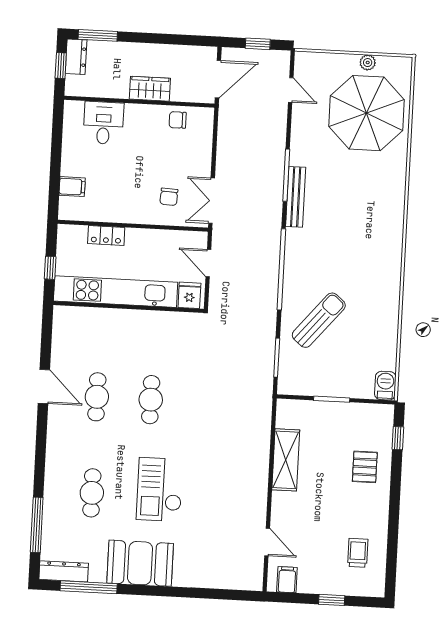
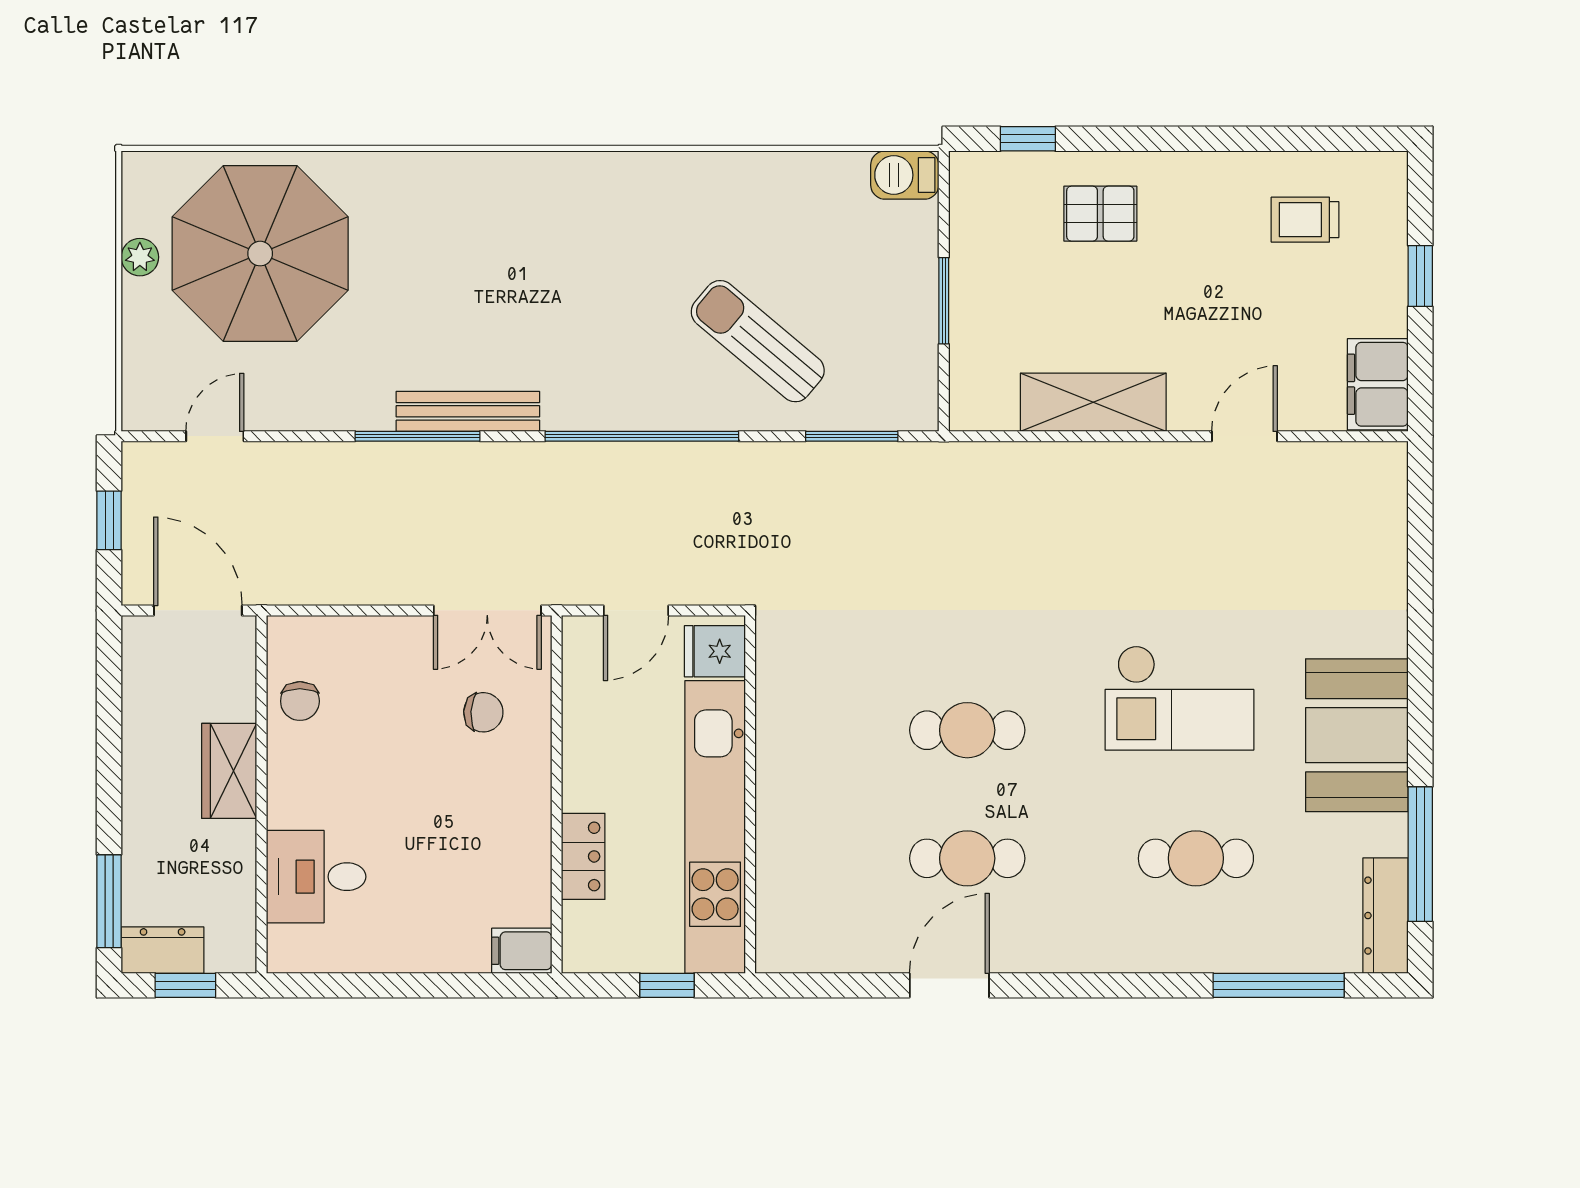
filing cabinet: (72, 187) -> (522, 951), moved, turned -90
door: (267, 542) -> (1245, 436), moved
filing cabinet: (287, 580) -> (1378, 384), width x2.00

